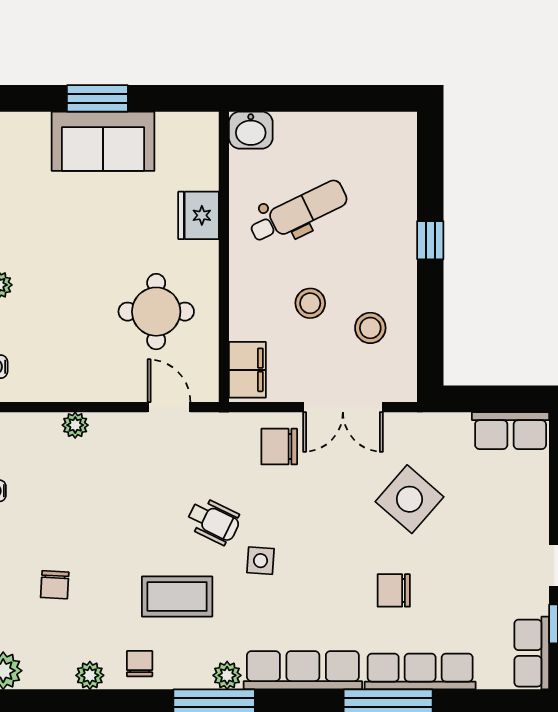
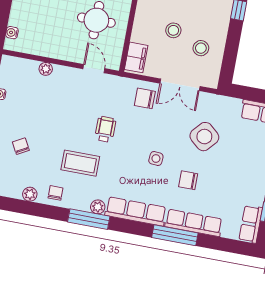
wheelchair: (214, 521) -> (105, 129), turned -116
side table: (260, 561) -> (156, 159), moved
chair: (55, 585) -> (21, 146), turned 148

